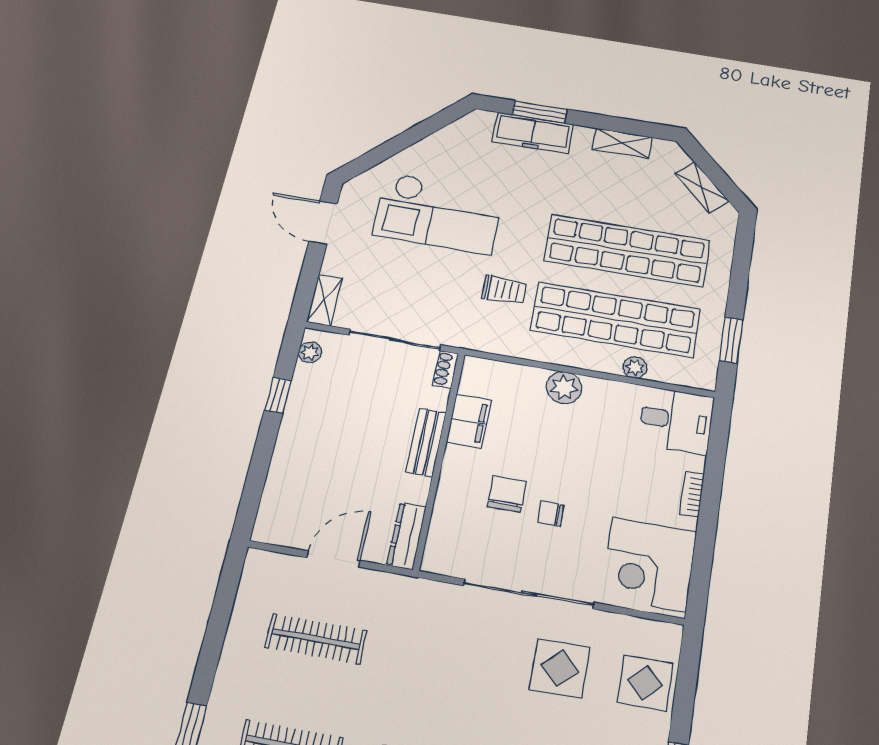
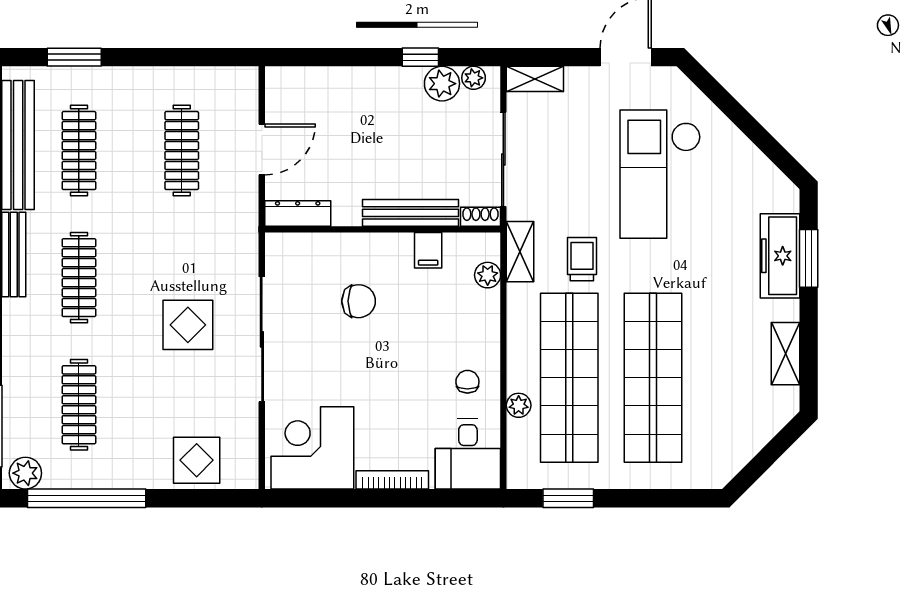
shelving: (702, 187) -> (520, 252), moved, turned -45
trolley: (504, 290) -> (582, 259), turned 180
plant: (309, 381) -> (442, 84), added
plant: (564, 388) -> (488, 275), moved, width x0.73, depth x0.73
filing cabinet: (469, 421) -> (428, 250), width x0.50
bench: (426, 442) -> (410, 213), width x1.36
bookcase: (692, 494) -> (392, 480), width x1.56
chair: (551, 514) -> (467, 382), moved
door: (333, 559) -> (262, 149), hinge flipped
display table: (560, 668) -> (188, 325), moved

